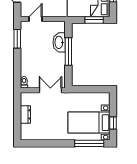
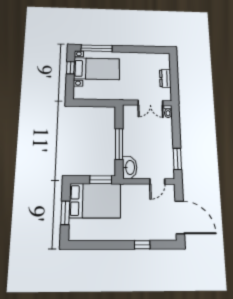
window: (94, 20) -> (101, 180), moved
washbasin: (59, 42) -> (130, 167), moved
double door: (50, 90) -> (150, 103), moved

